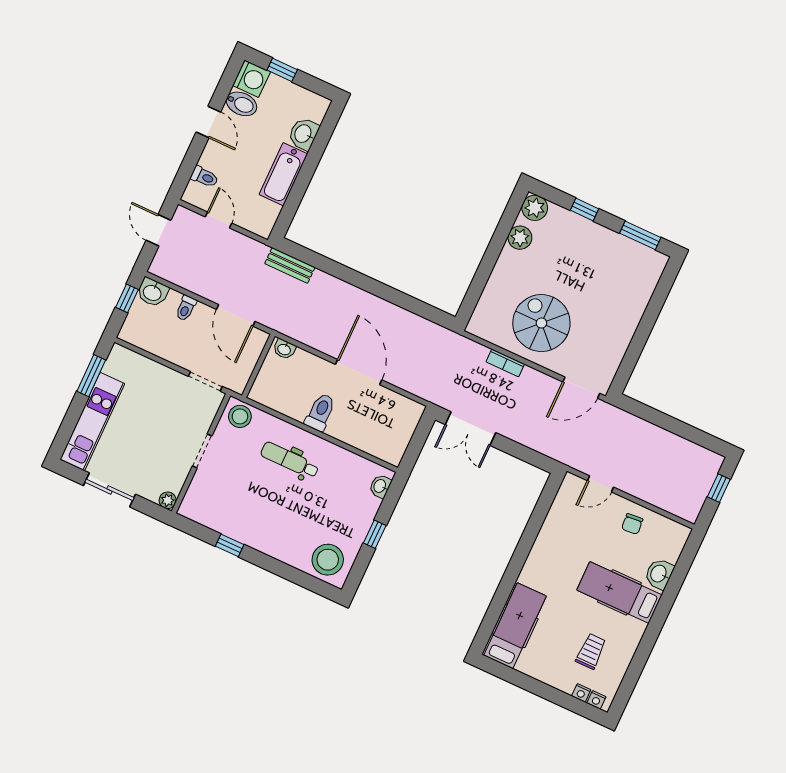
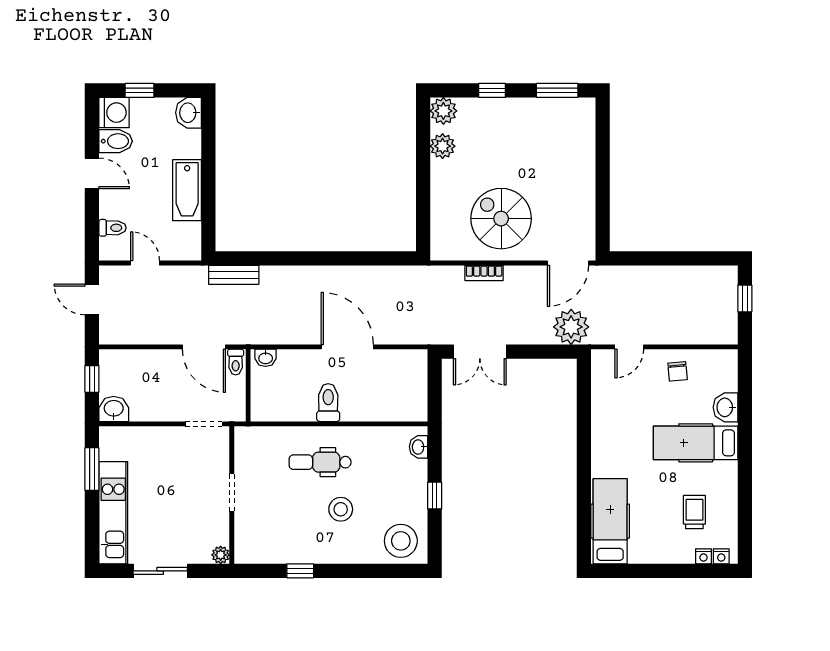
washbasin: (304, 134) -> (189, 113), moved
washbasin: (152, 292) -> (114, 409), moved, turned 180
toilet: (186, 308) -> (236, 362), moved
stool: (240, 416) -> (341, 509), moved
plant: (559, 444) -> (571, 327), added

